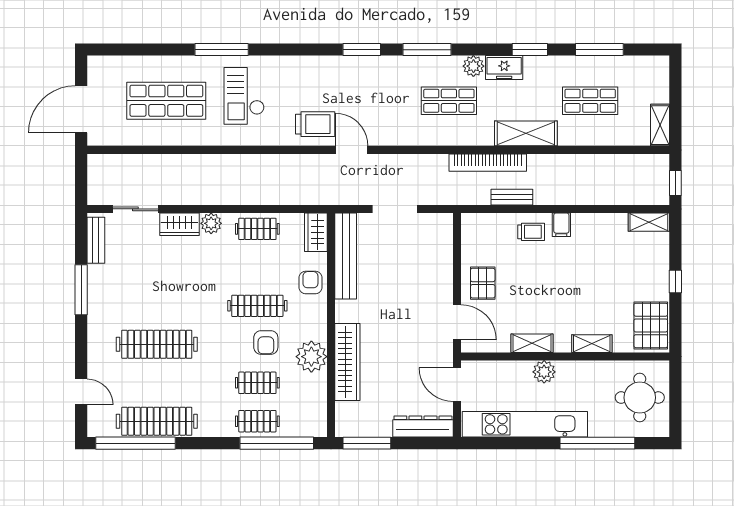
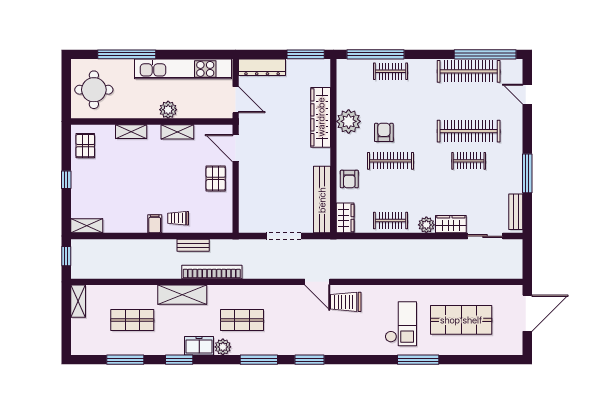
pallet: (651, 325) -> (85, 146), width x0.67, depth x0.71
clothes rail: (257, 383) -> (469, 161), moved

